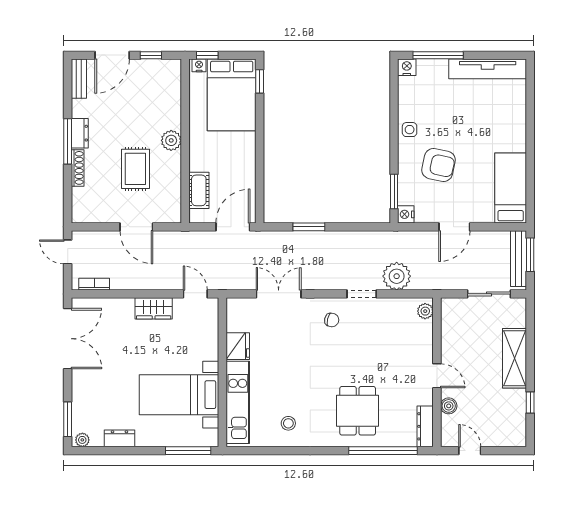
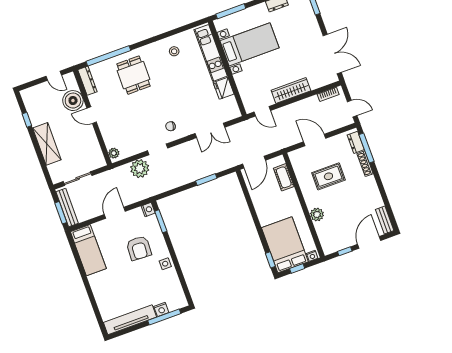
window: (207, 55) -> (297, 269), moved
nightstand: (407, 67) -> (161, 309), moved
dresser: (80, 133) -> (356, 142), moved
plant: (171, 140) -> (317, 214), moved
window: (68, 141) -> (366, 148), moved
armchair: (439, 165) -> (139, 248), turned -99
rug: (135, 169) -> (328, 176), turned 90
wardrobe: (154, 308) -> (291, 91), width x1.50
double door: (68, 339) -> (332, 54), swing flipped
boiler: (449, 406) -> (73, 101), width x1.86, depth x1.86

